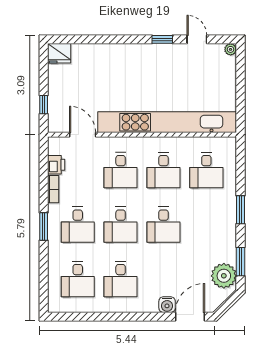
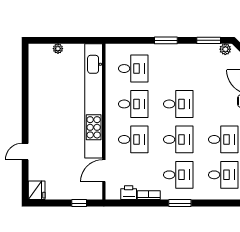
window: (162, 39) -> (25, 105), removed
door: (197, 39) -> (25, 152), moved
plant: (231, 49) -> (58, 49), moved
plant: (224, 276) -> (225, 49), width x0.53, depth x0.53

